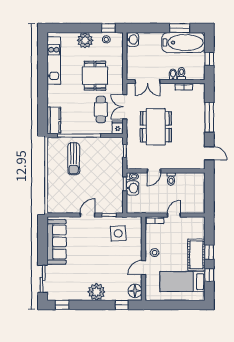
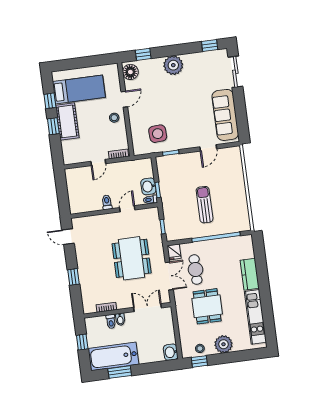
window: (209, 117) -> (73, 277), width x0.46
kitchen counter: (54, 120) -> (250, 274), moved
sun lounger: (74, 159) -> (205, 205), moved
door: (87, 215) -> (208, 148), moved

